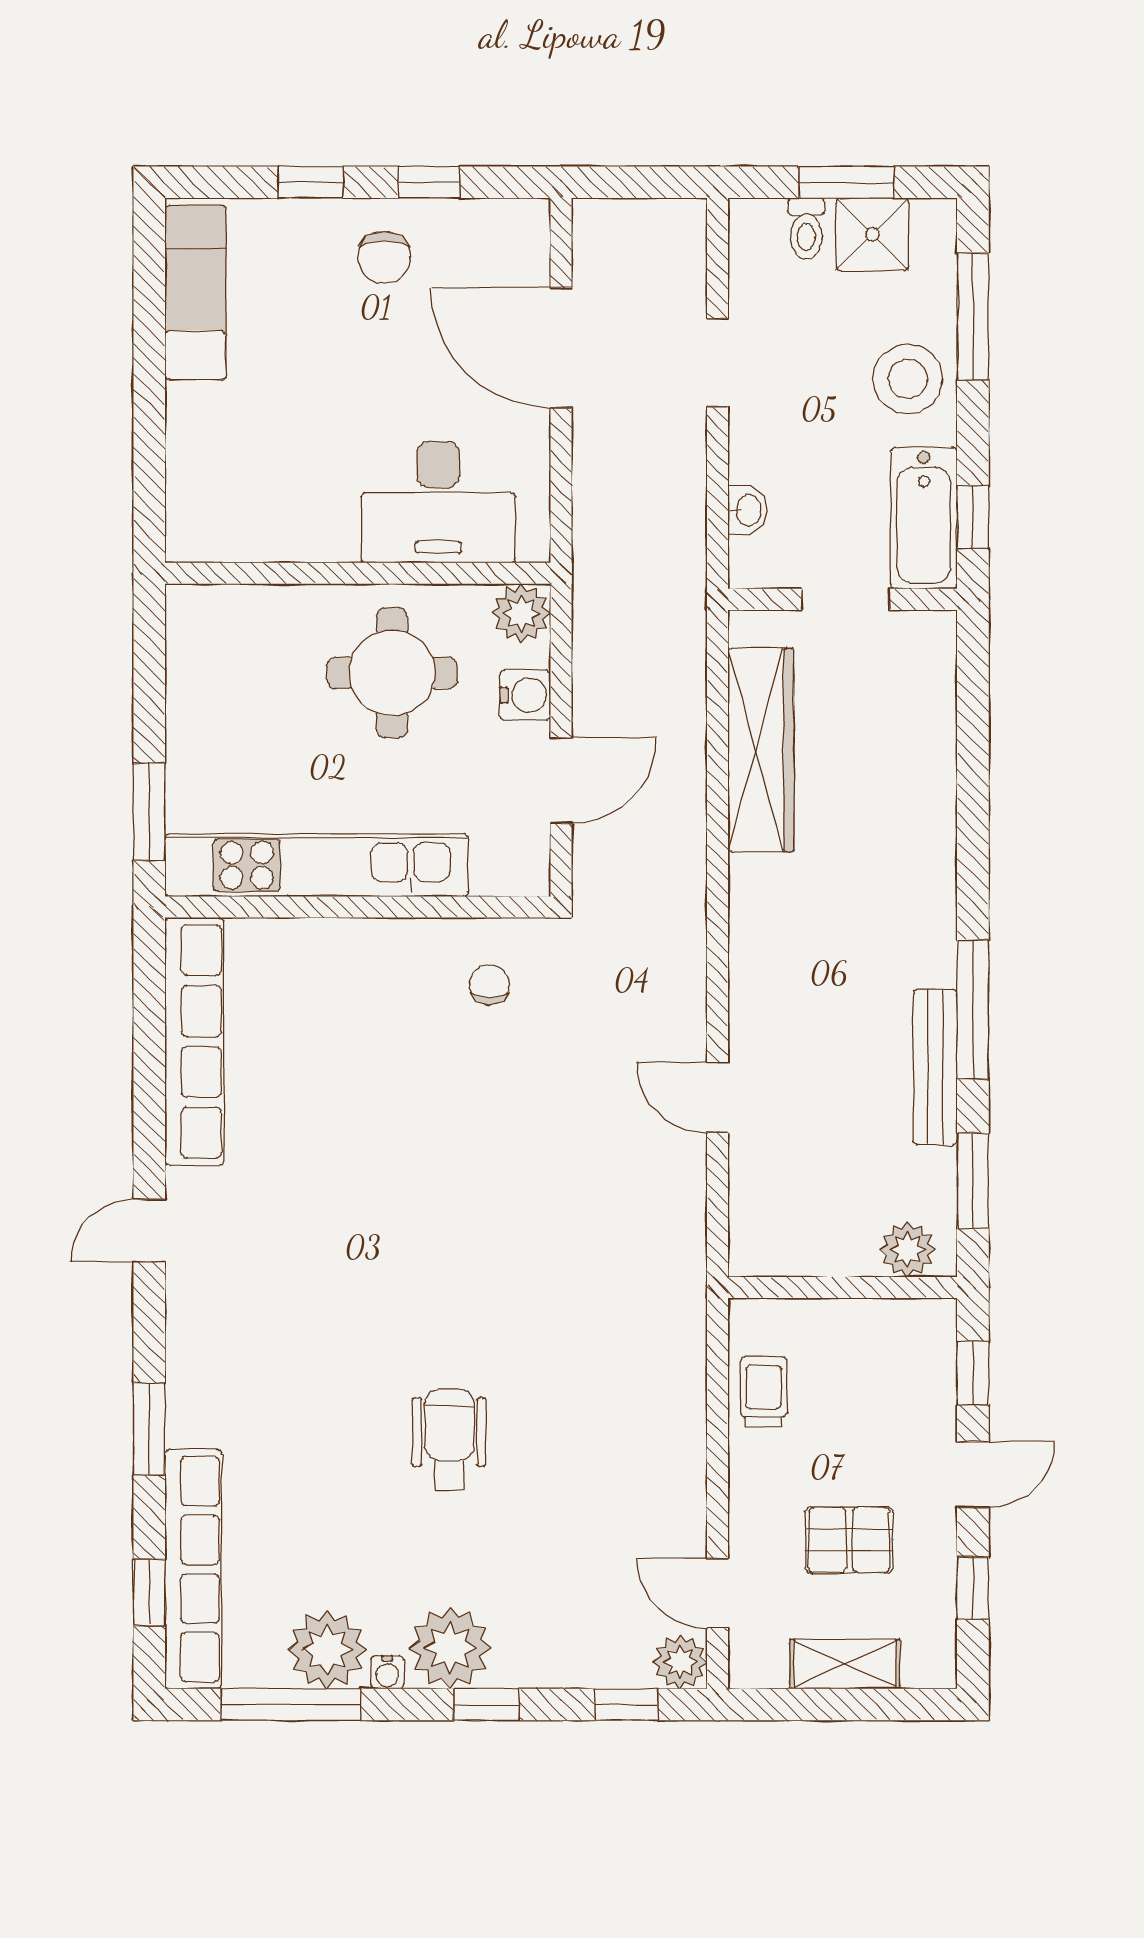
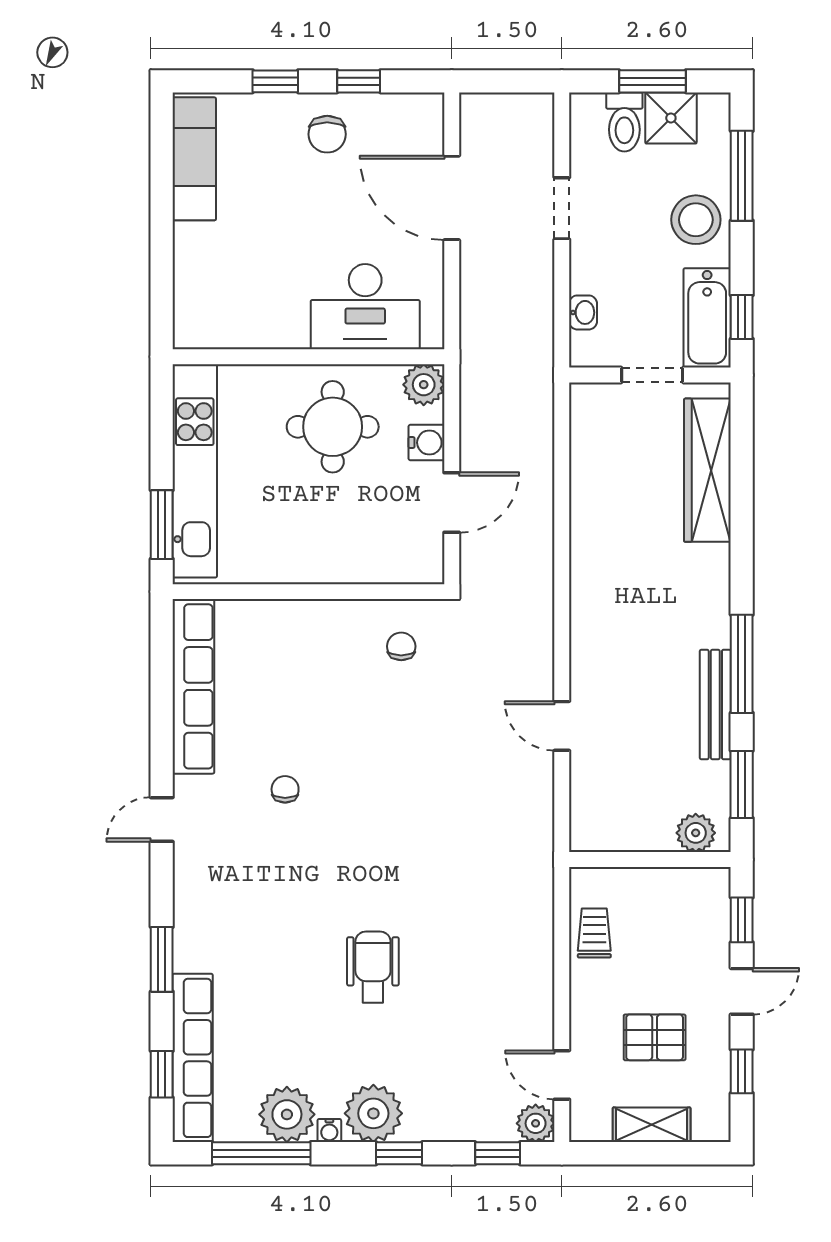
toilet: (806, 228) -> (624, 122), width x1.37, depth x1.39
wardrobe: (761, 750) -> (707, 470), moved, turned 180
kitchen unit: (317, 865) -> (195, 471), moved, turned 90
chair: (324, 1188) -> (285, 789), added

